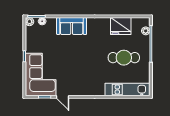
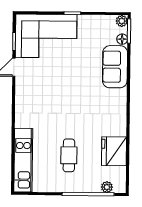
sofa: (72, 26) -> (115, 67), moved
cafe table: (124, 58) -> (69, 155), width x0.73, depth x0.74

